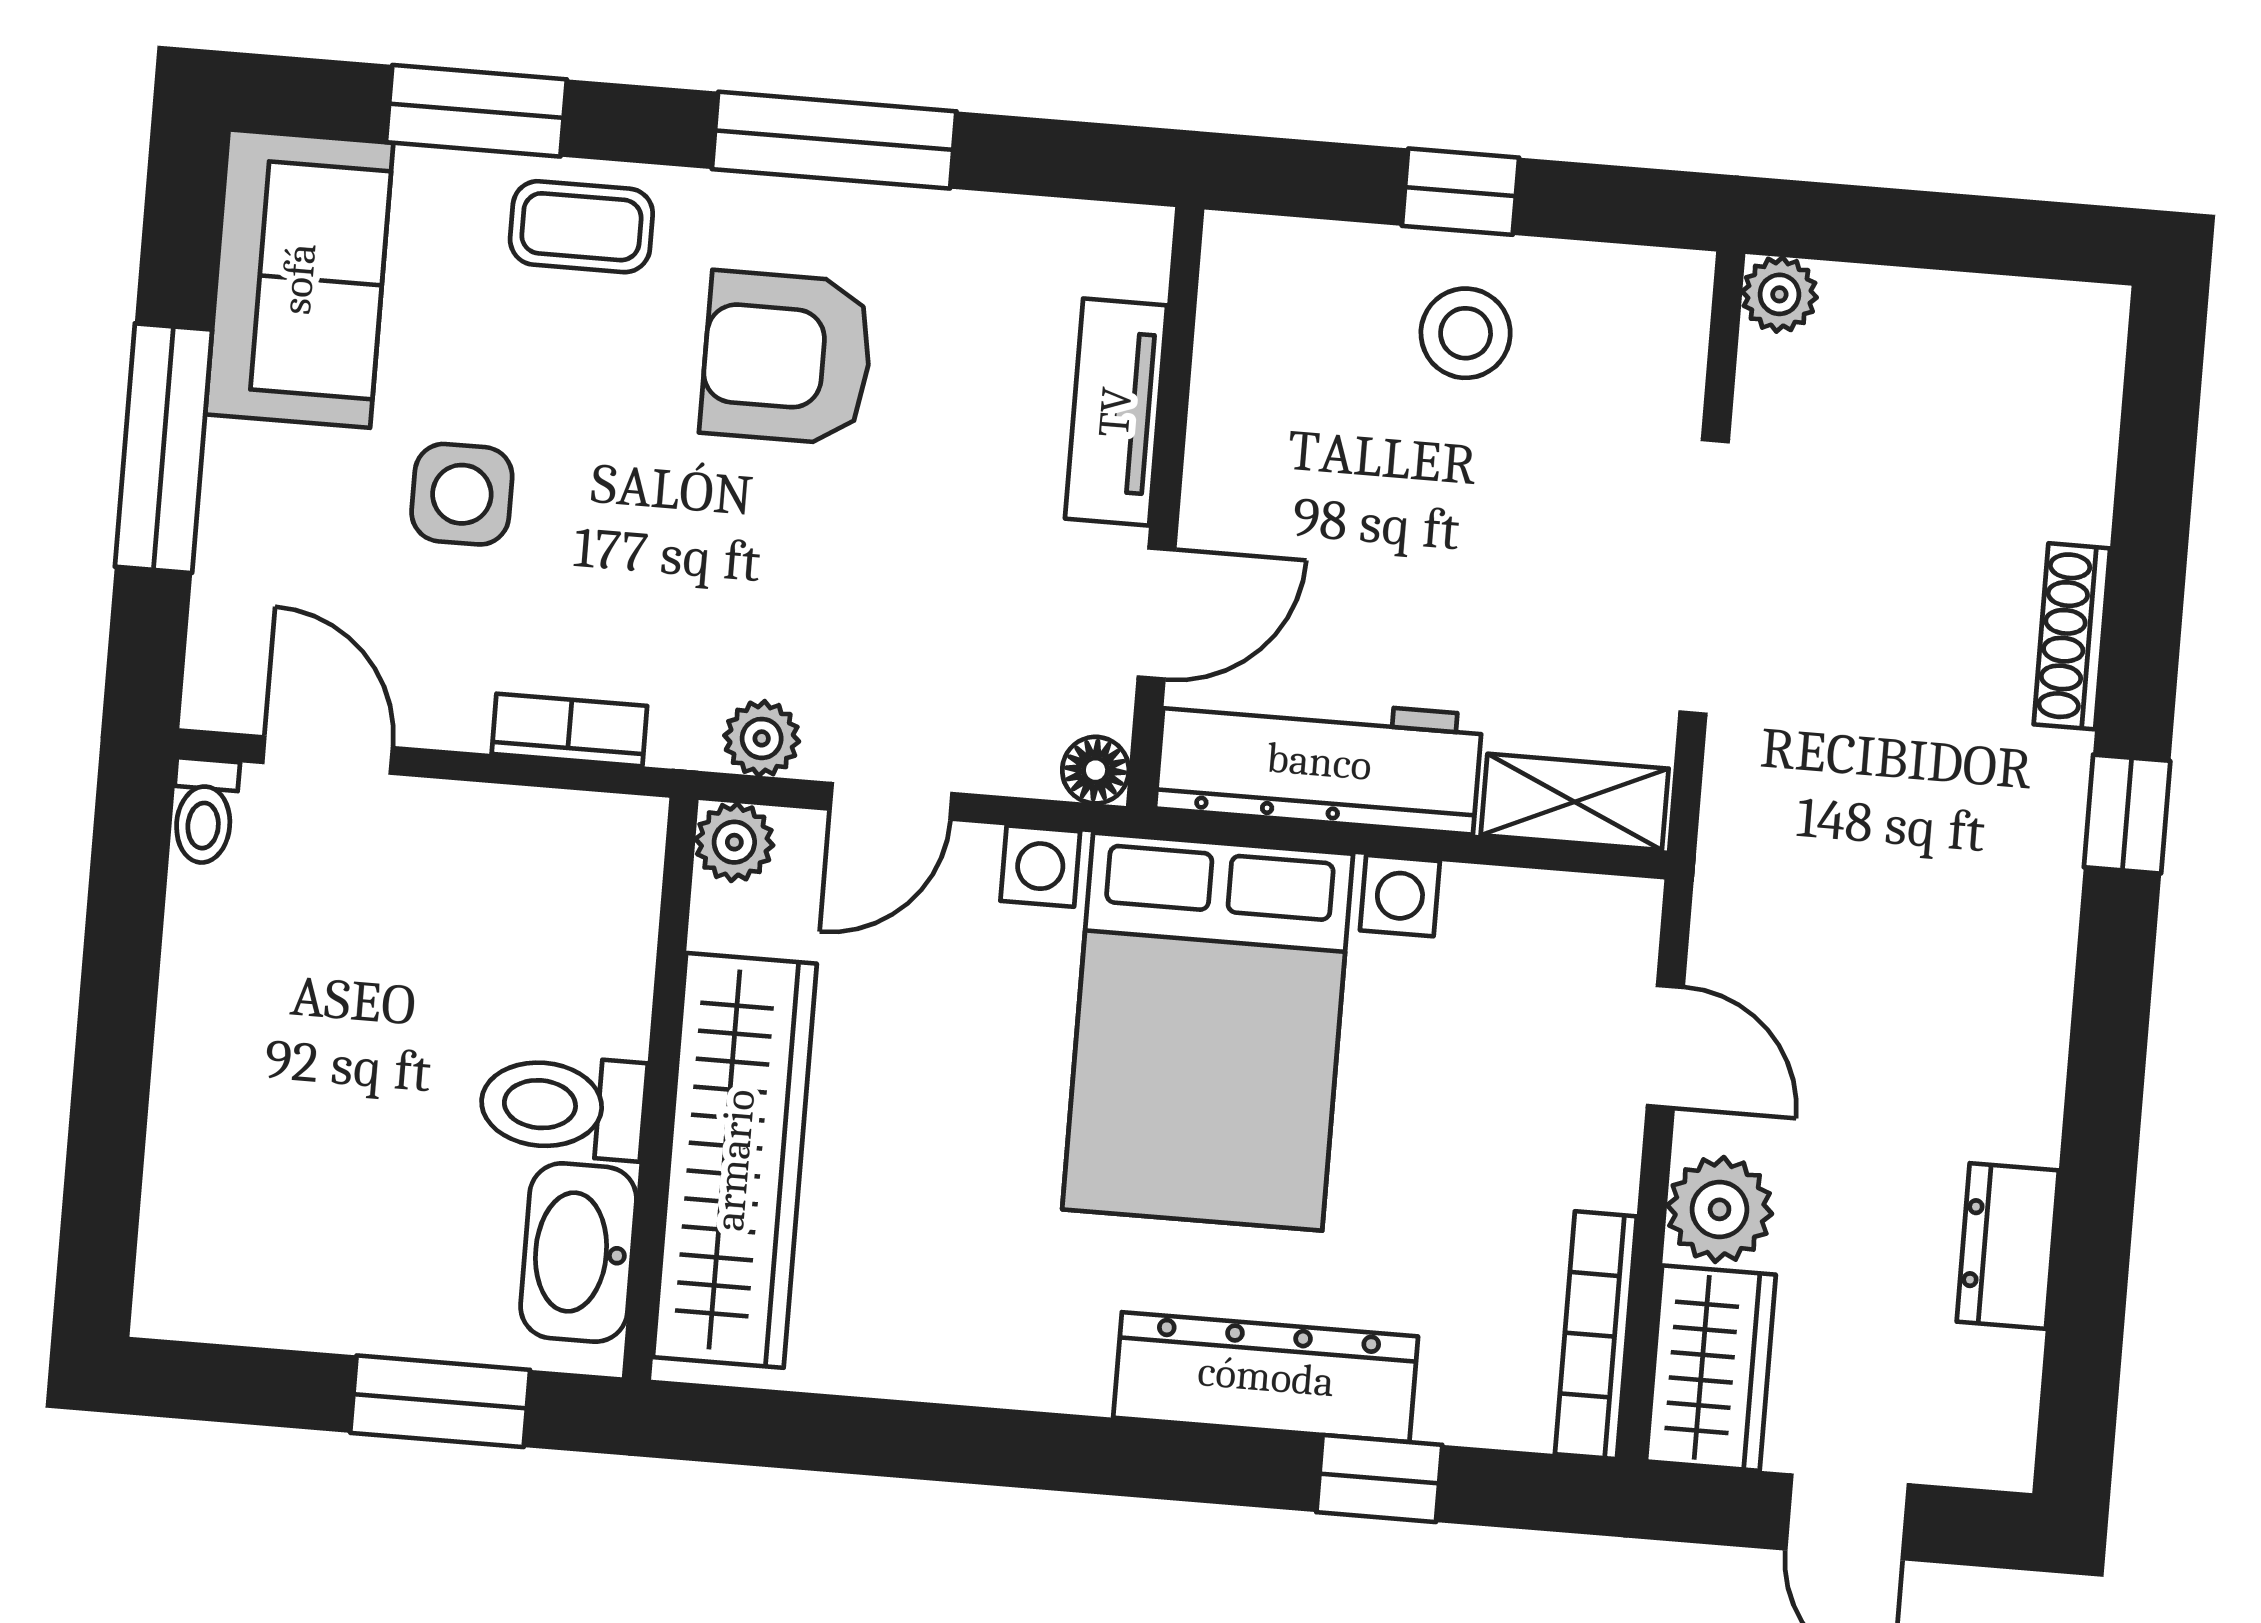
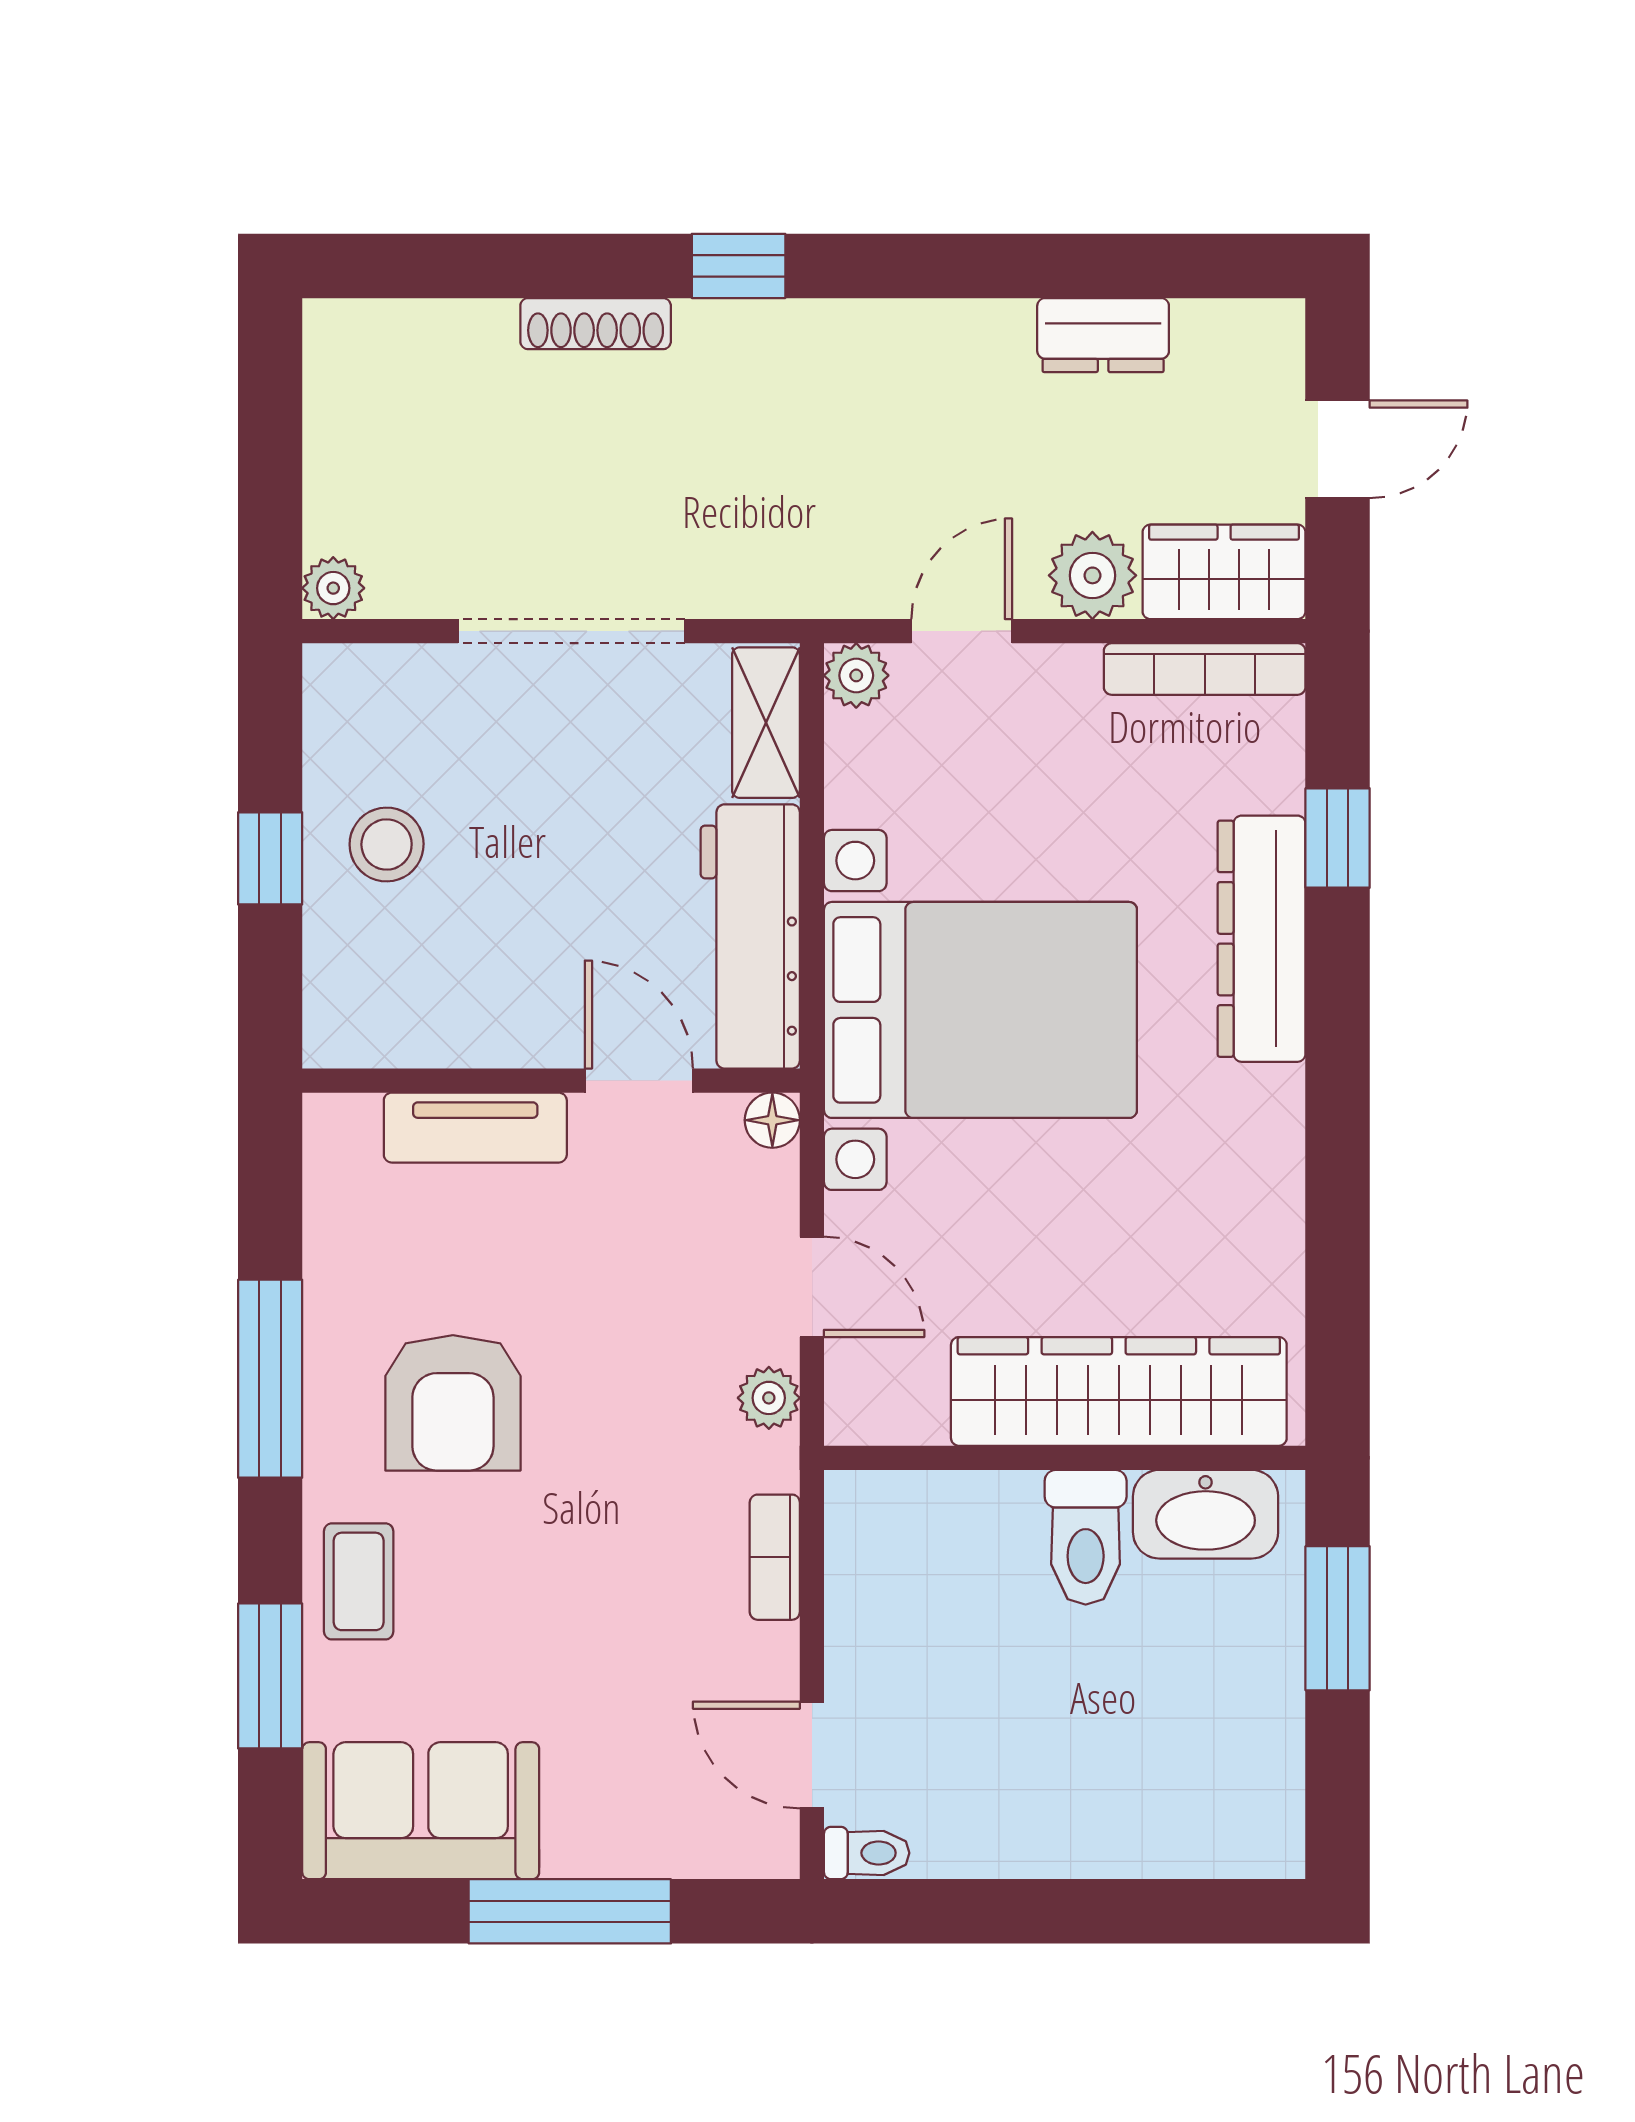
side table: (462, 494) -> (588, 1662), removed
door: (328, 755) -> (812, 1755), hinge flipped
plant: (734, 842) -> (856, 675), moved

